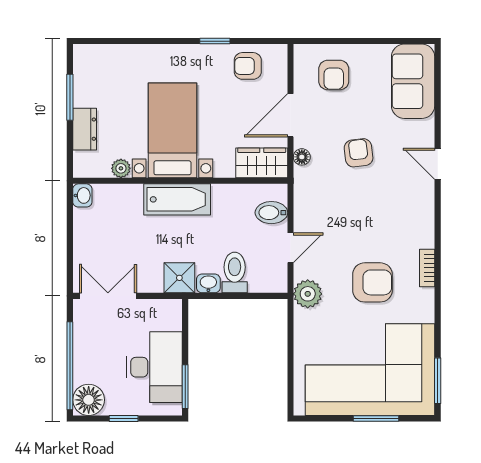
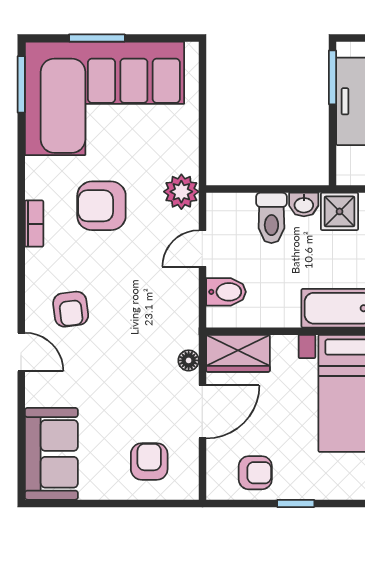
armchair: (359, 153) -> (71, 309), moved

